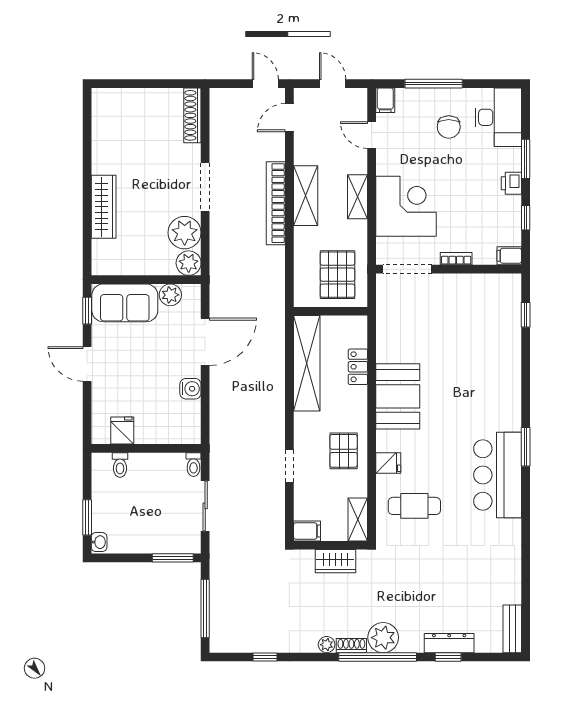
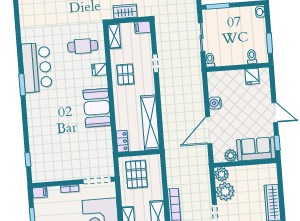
locker: (358, 367) -> (122, 141), moved
window: (87, 517) -> (269, 43), moved

